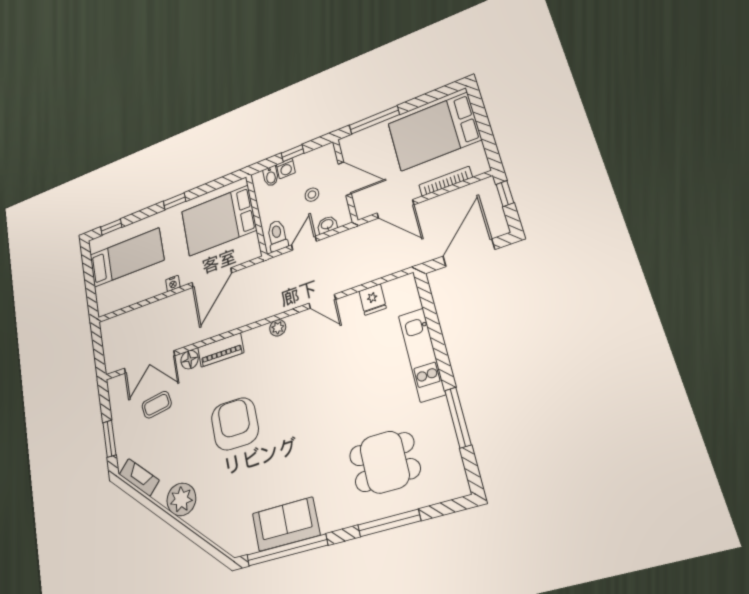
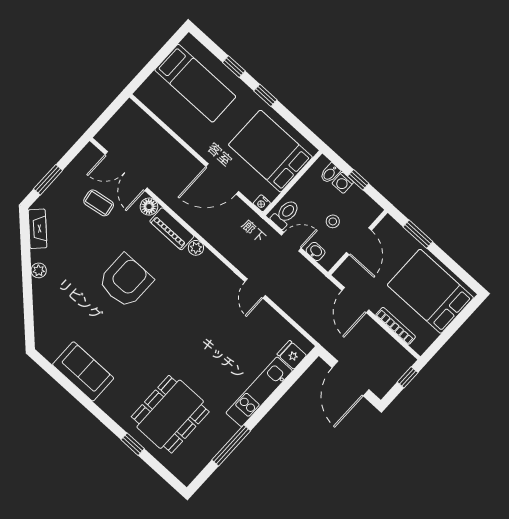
window: (374, 120) -> (418, 234), width x0.69
window: (111, 227) -> (234, 67), moved
door: (469, 253) -> (351, 379), swing flipped
nightstand: (173, 283) -> (262, 203), moved
fridge: (373, 300) -> (292, 355), moved, turned 90
plant: (278, 328) -> (196, 248), moved
dining table: (385, 462) -> (170, 414), width x1.38
plant: (181, 499) -> (39, 270), width x0.53, depth x0.53
window: (389, 523) -> (133, 444), width x0.46
window: (287, 550) -> (67, 384), removed

